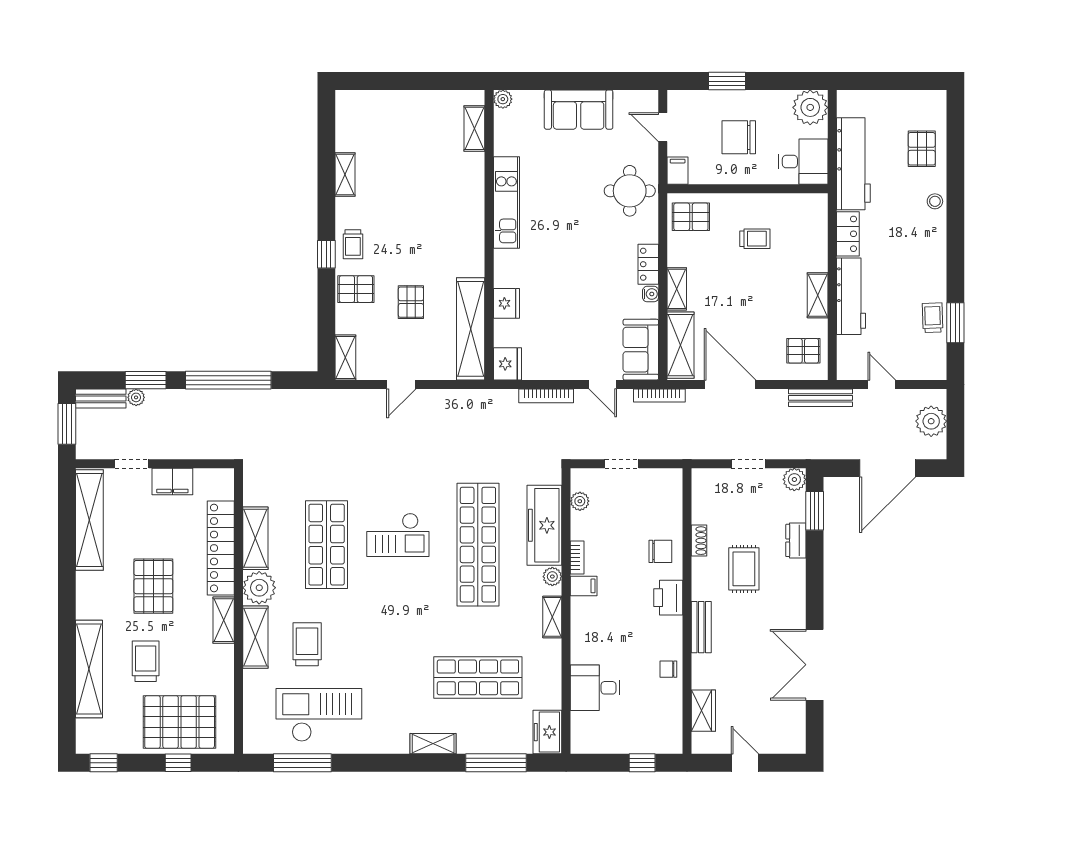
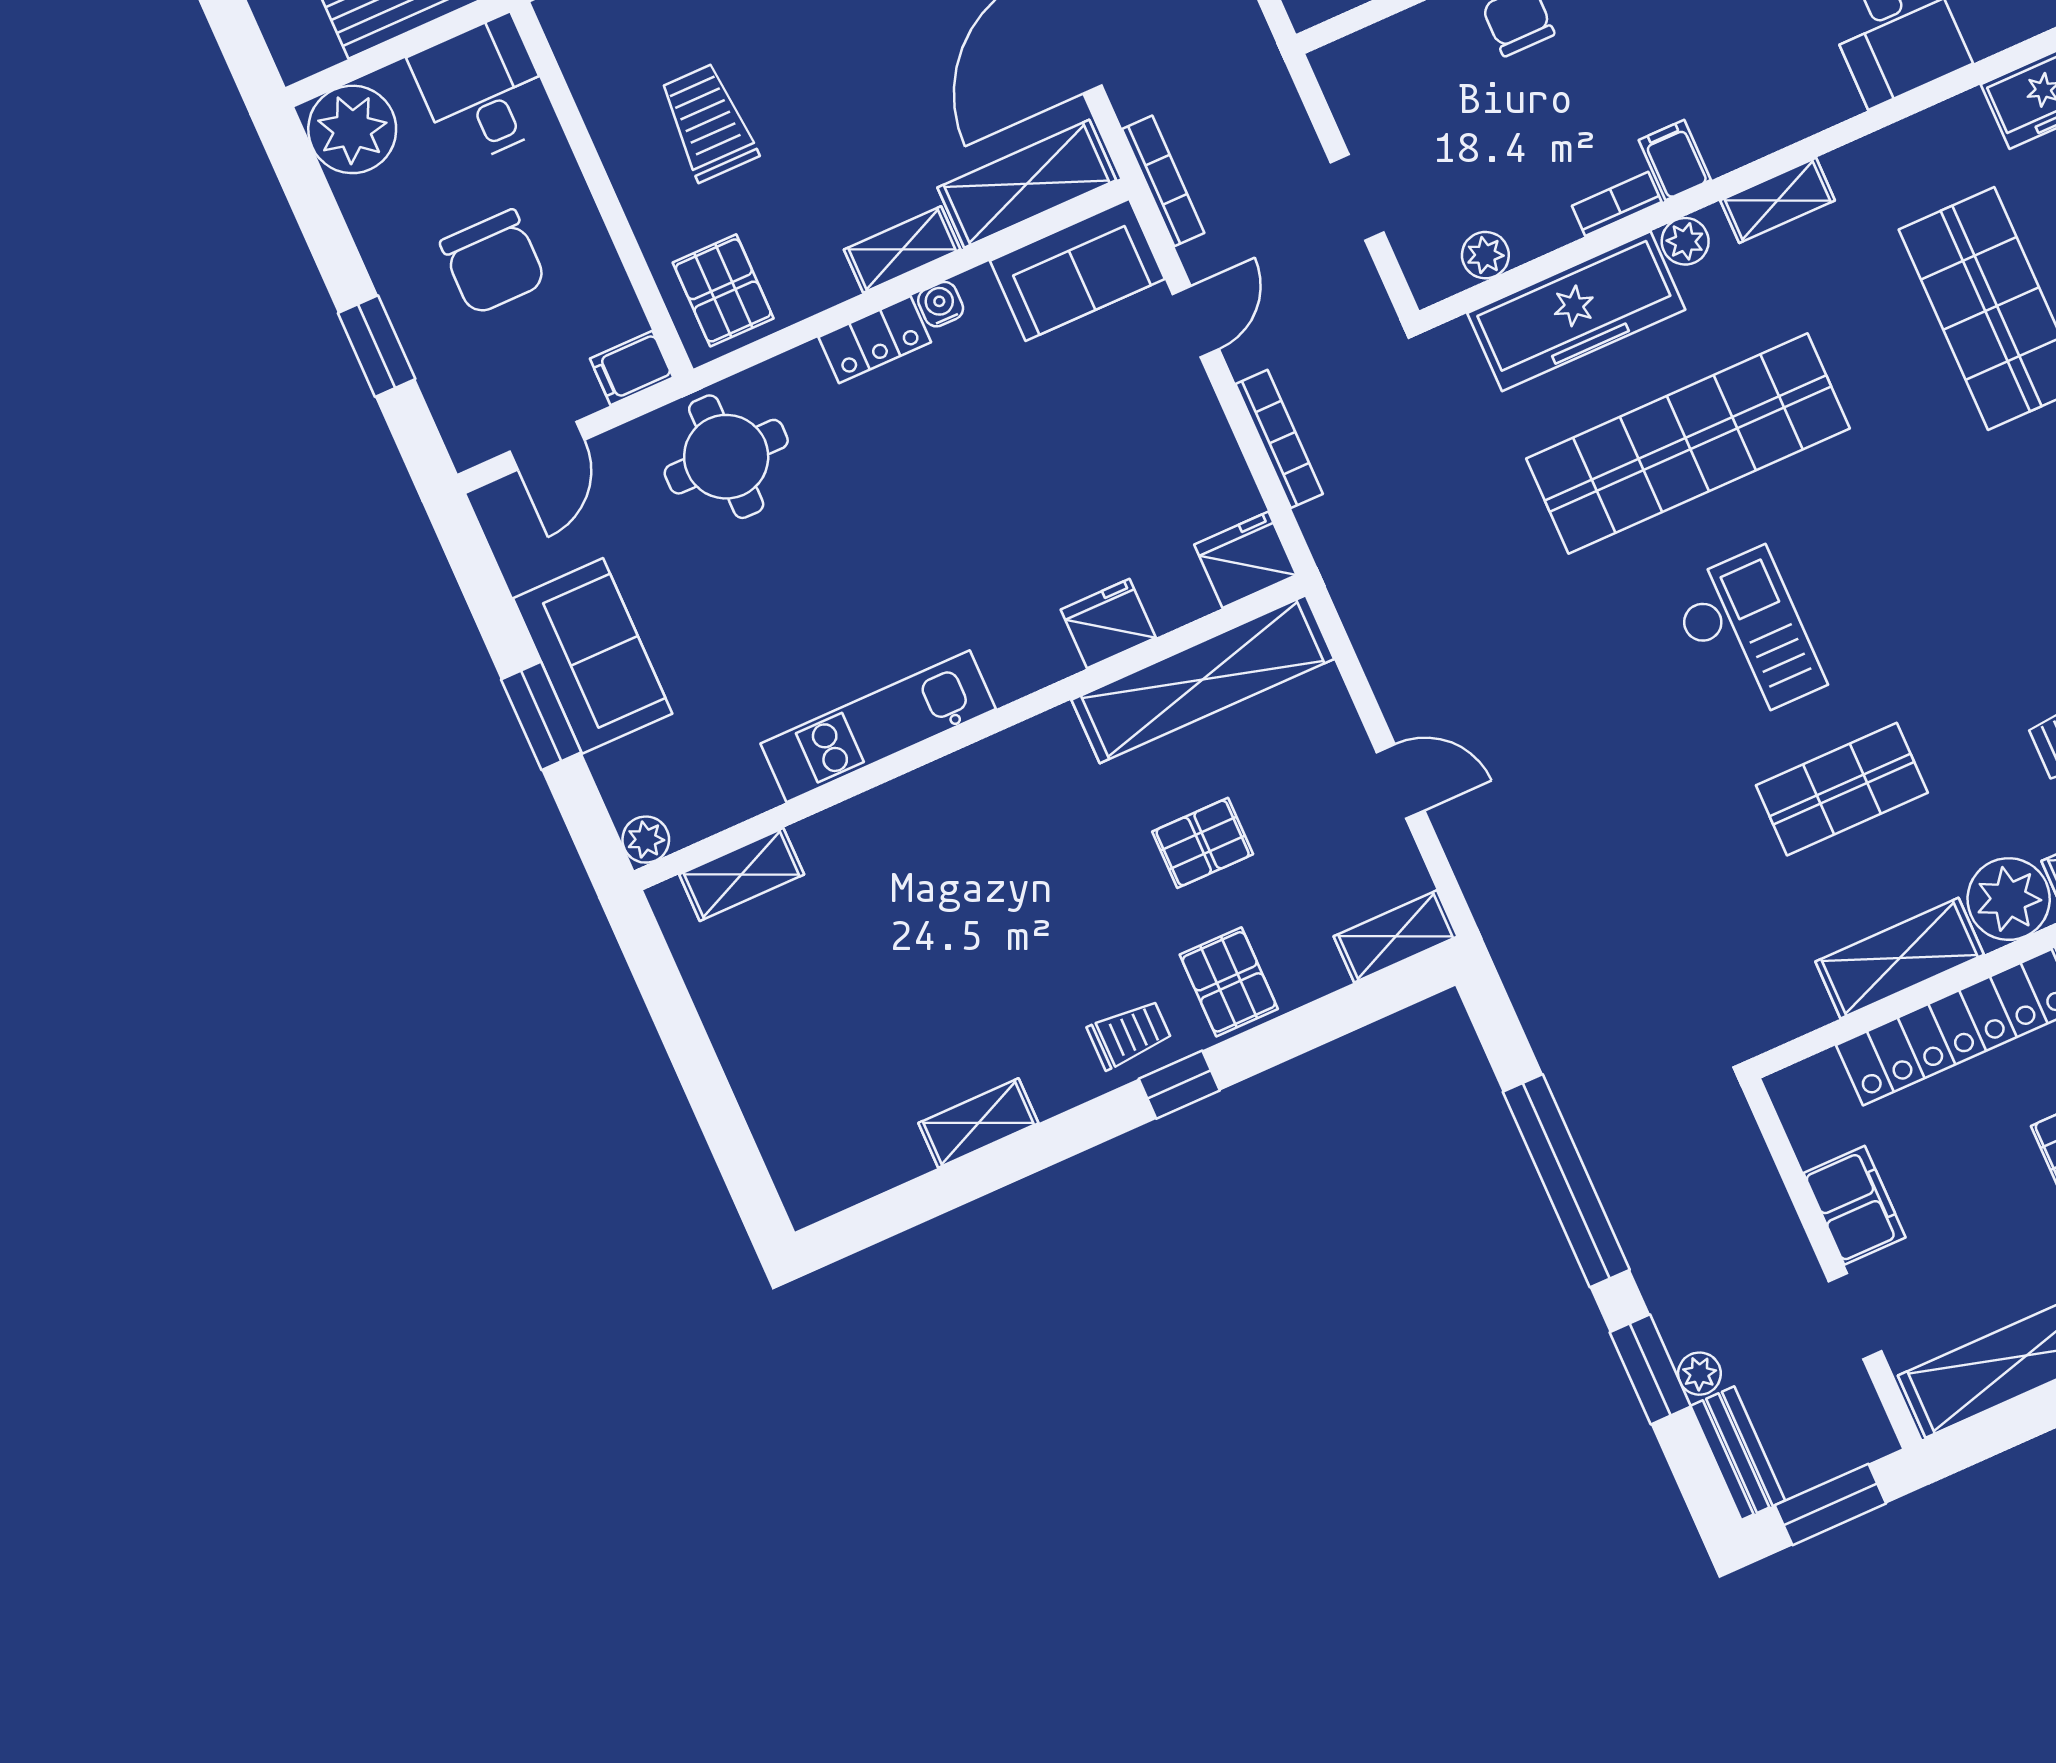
window: (565, 81) -> (541, 716), added
trolley: (755, 239) -> (708, 122), width x1.36, depth x1.39
shop shelf: (327, 545) -> (1842, 789), width x0.70, depth x0.74

